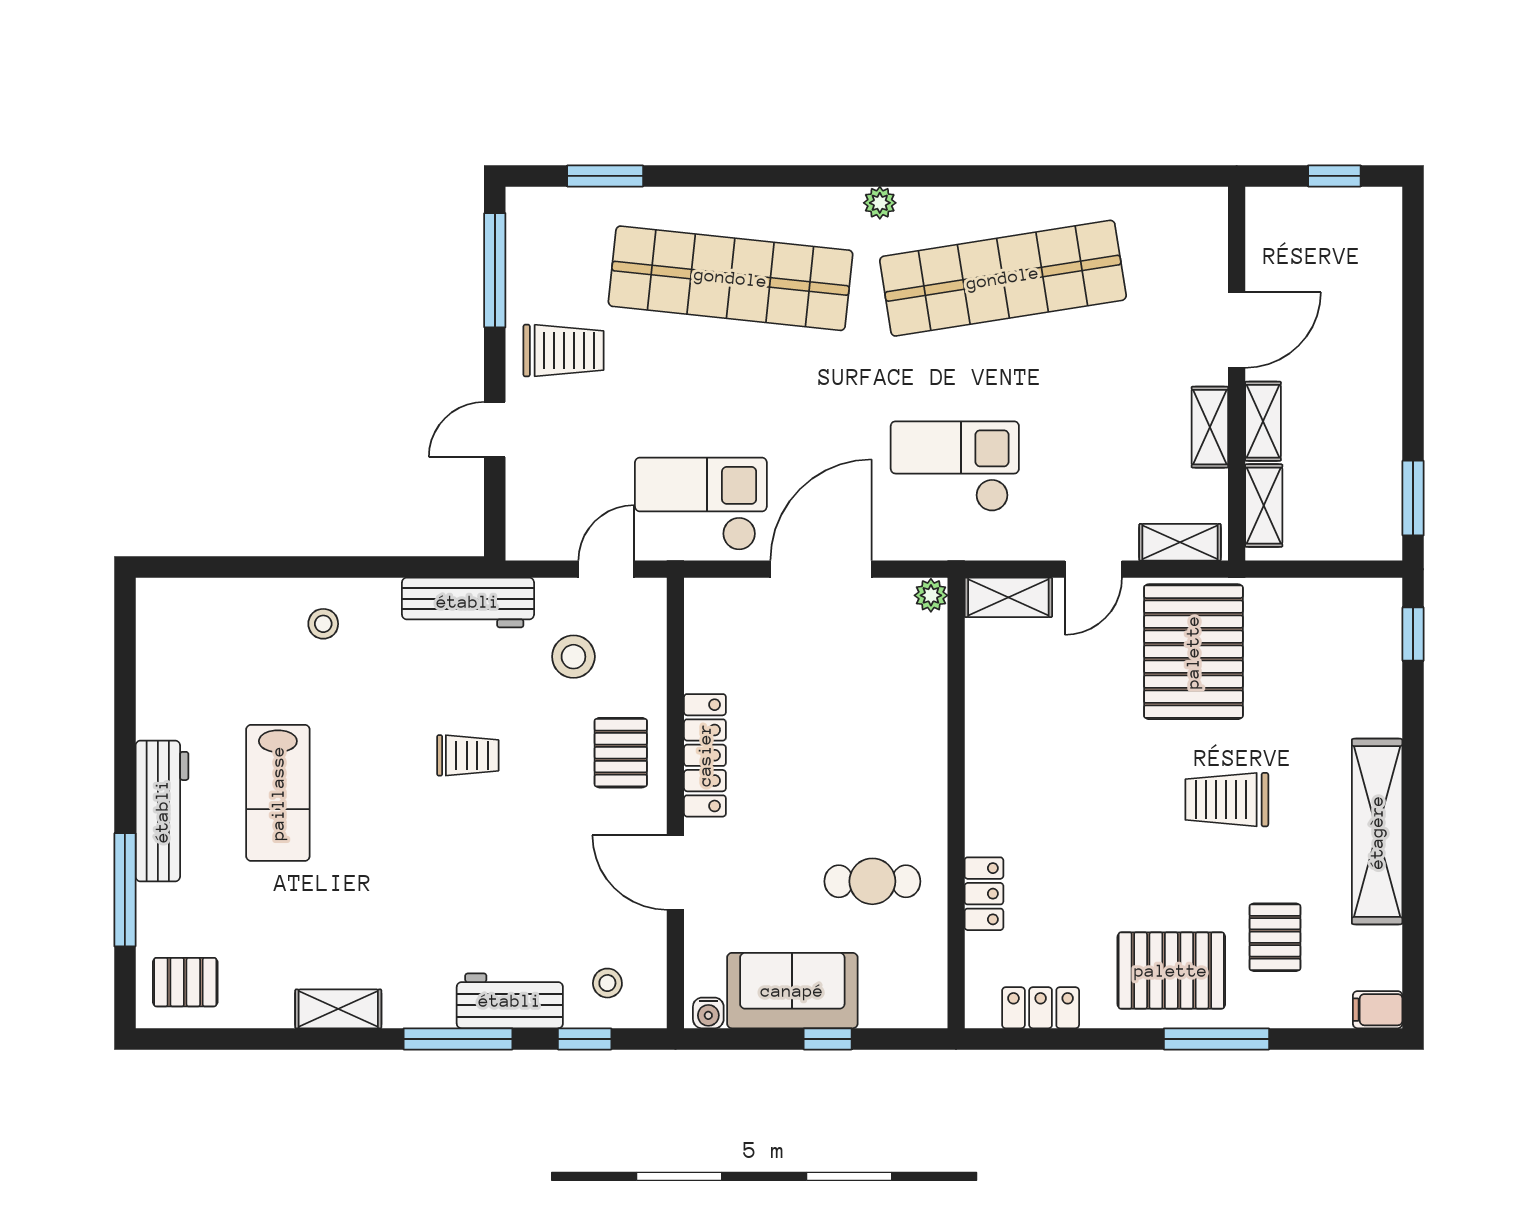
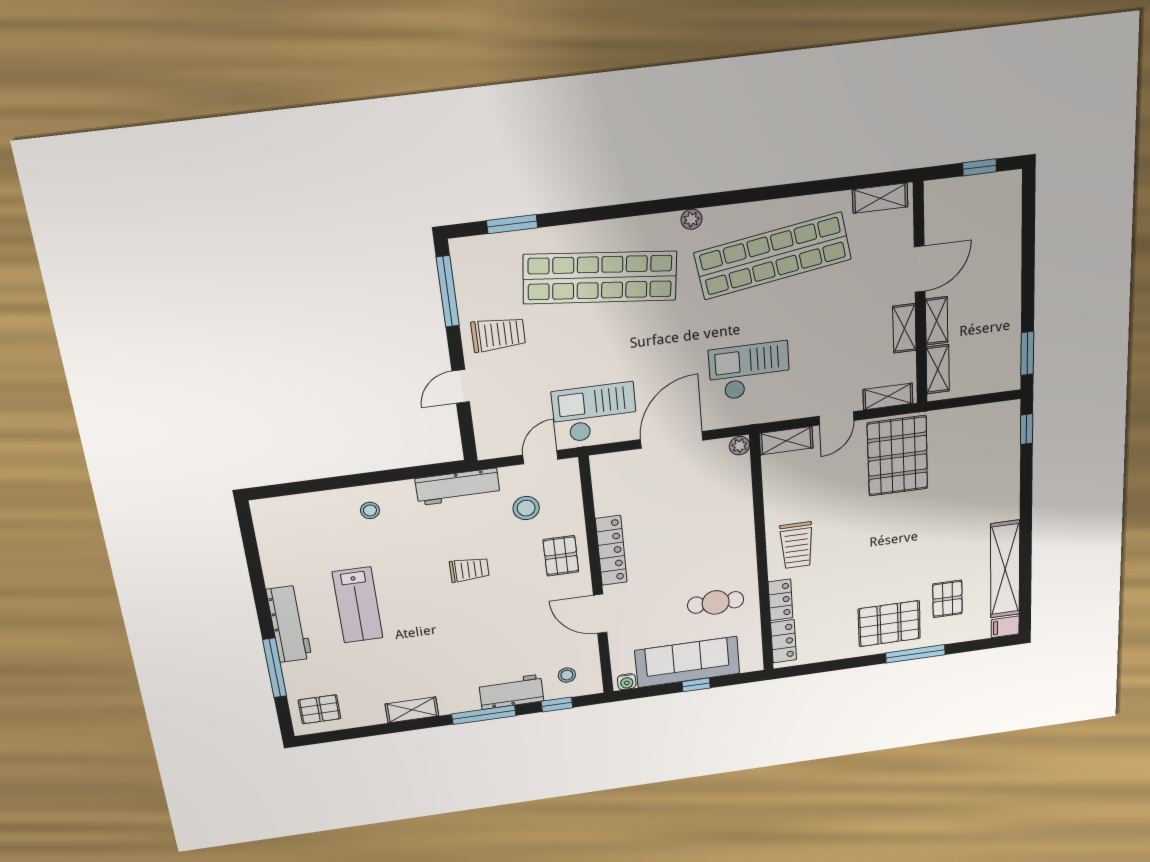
shelving: (1176, 206) -> (880, 198), added
trolley: (1227, 800) -> (797, 545), moved, turned -90
shelving: (1377, 832) -> (1005, 569), moved
sofa: (792, 991) -> (687, 662), width x1.36
locker: (1041, 1008) -> (784, 641), moved, turned 90

